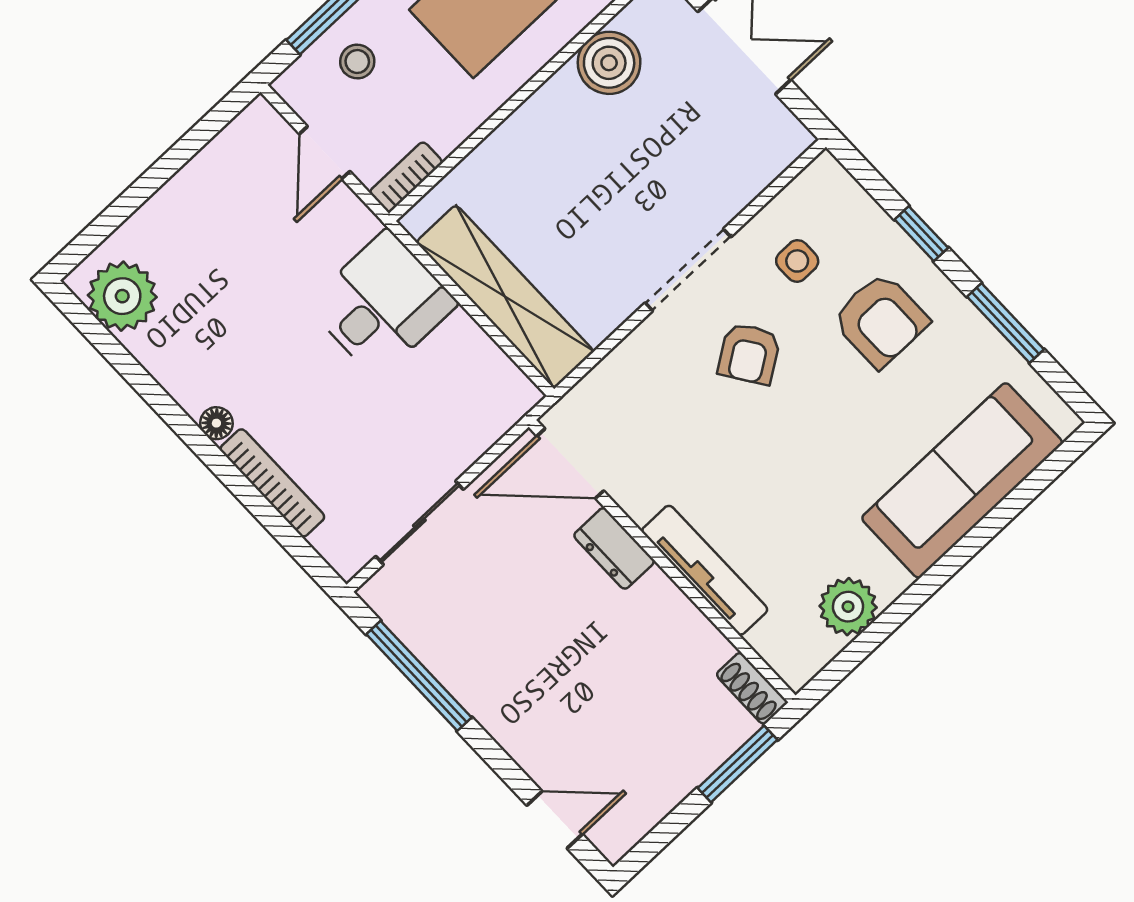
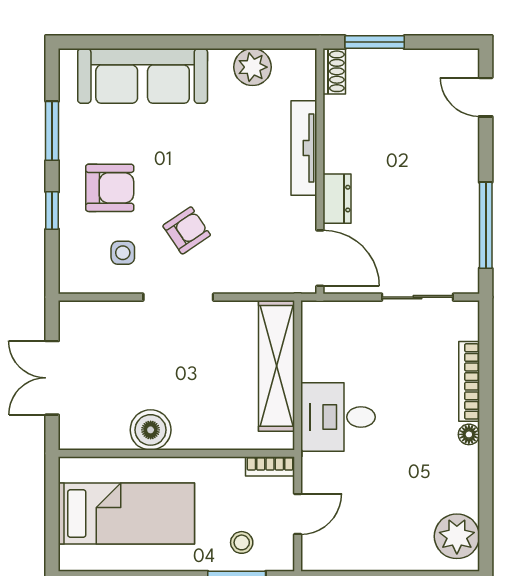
boiler: (609, 63) -> (151, 430), moved
armchair: (881, 320) -> (110, 188), turned 90

